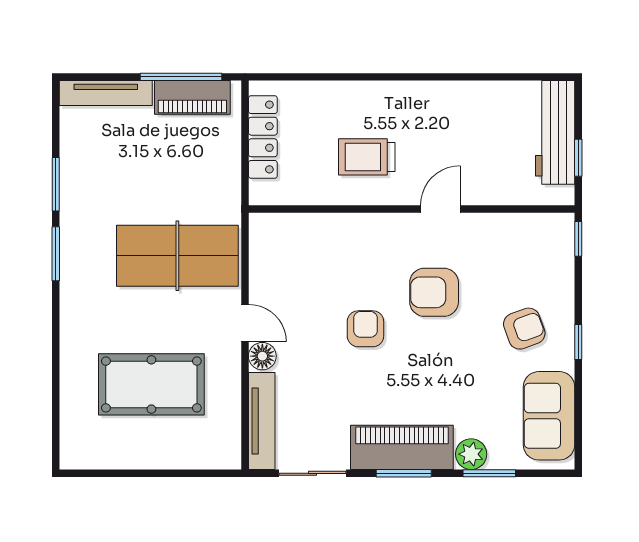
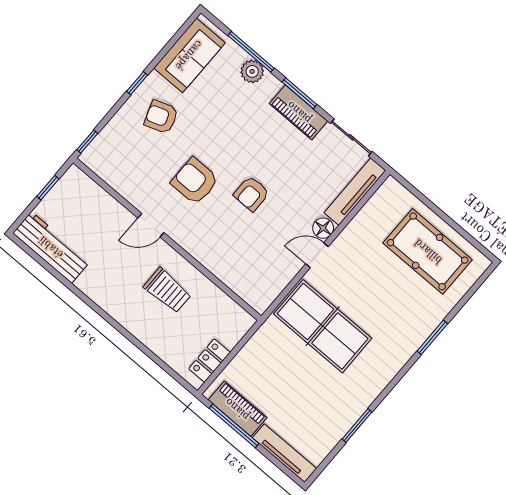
workbench: (555, 132) -> (51, 247), moved, turned -90
locker: (263, 137) -> (209, 361), width x0.66
window: (56, 254) -> (432, 337), moved
armchair: (434, 292) -> (195, 181), turned 180
door: (245, 323) -> (317, 255), hinge flipped
pool table: (151, 384) -> (428, 251), moved
piano: (402, 447) -> (299, 112), width x0.73, depth x0.75
window: (489, 473) -> (251, 52), width x1.44

